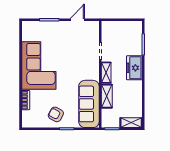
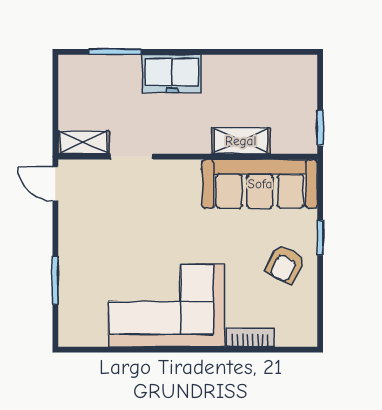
door: (77, 20) -> (55, 184), moved
shelving: (106, 73) -> (84, 142), moved
shelving: (131, 123) -> (305, 81), removed

